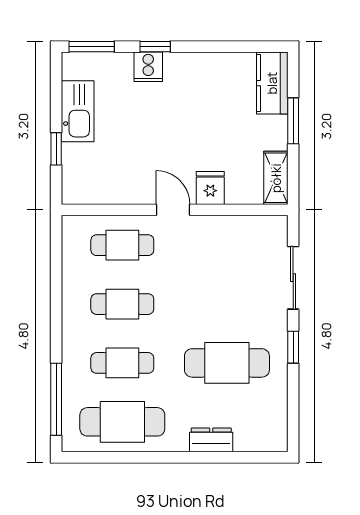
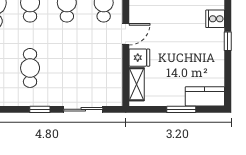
window: (155, 47) -> (228, 41), moved
shelving: (276, 178) -> (137, 84), moved, turned 90
cafe table: (227, 363) -> (30, 68), width x0.73, depth x0.74

